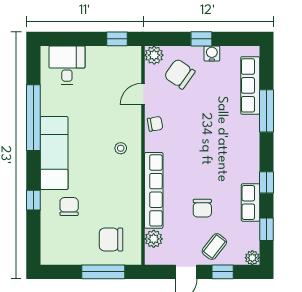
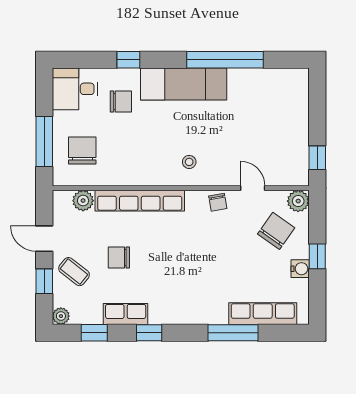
desk: (67, 65) -> (75, 89), moved, turned 180

